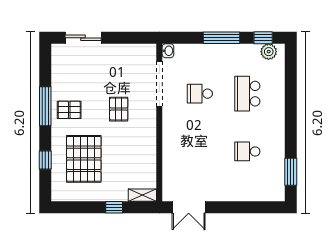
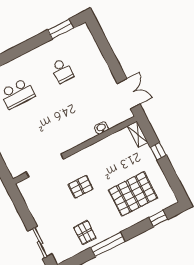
washbasin: (168, 51) -> (101, 128), moved
school desk: (200, 94) -> (36, 130), removed
pallet: (69, 110) -> (85, 233), moved
window: (45, 160) -> (158, 218), moved

